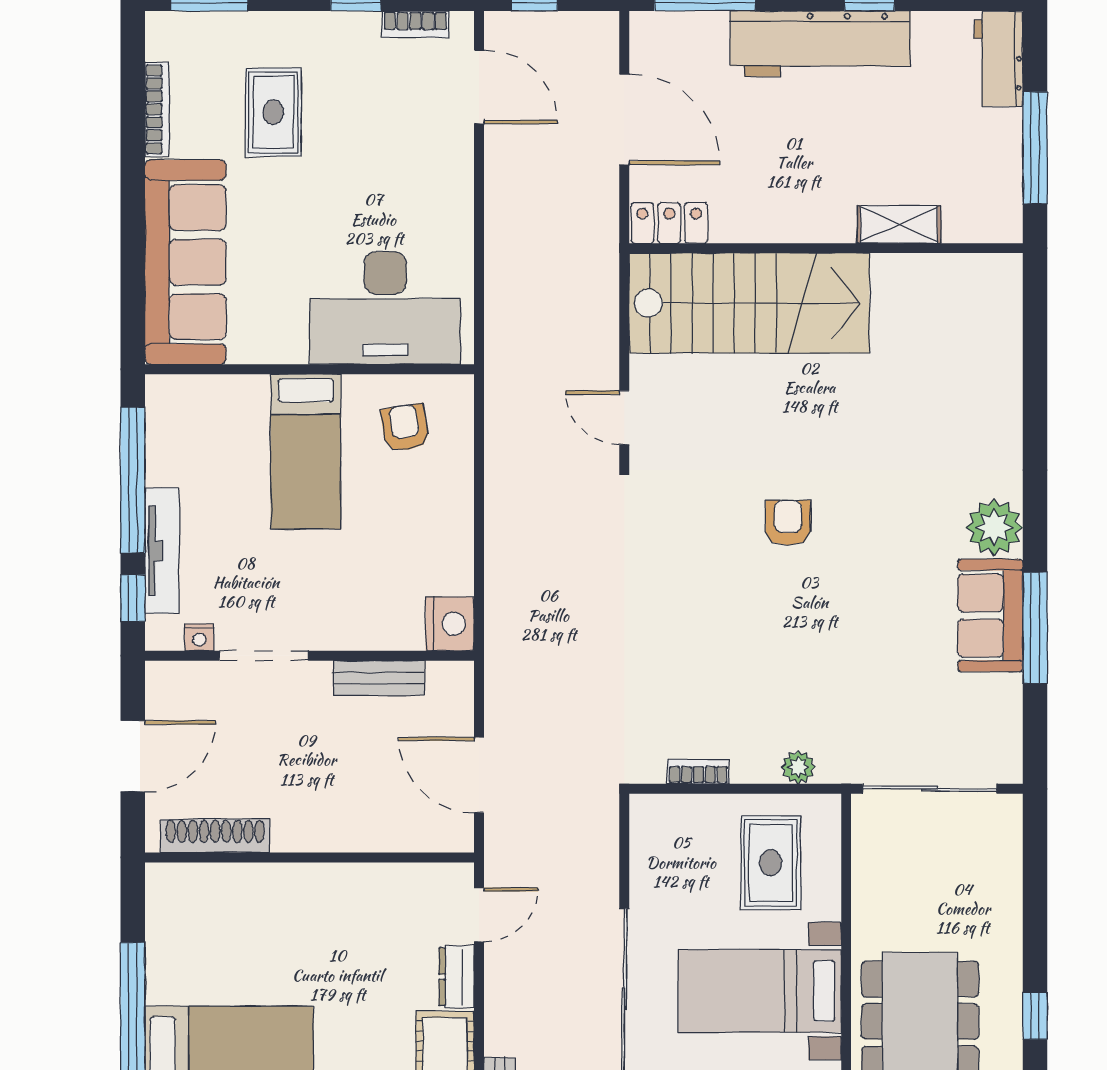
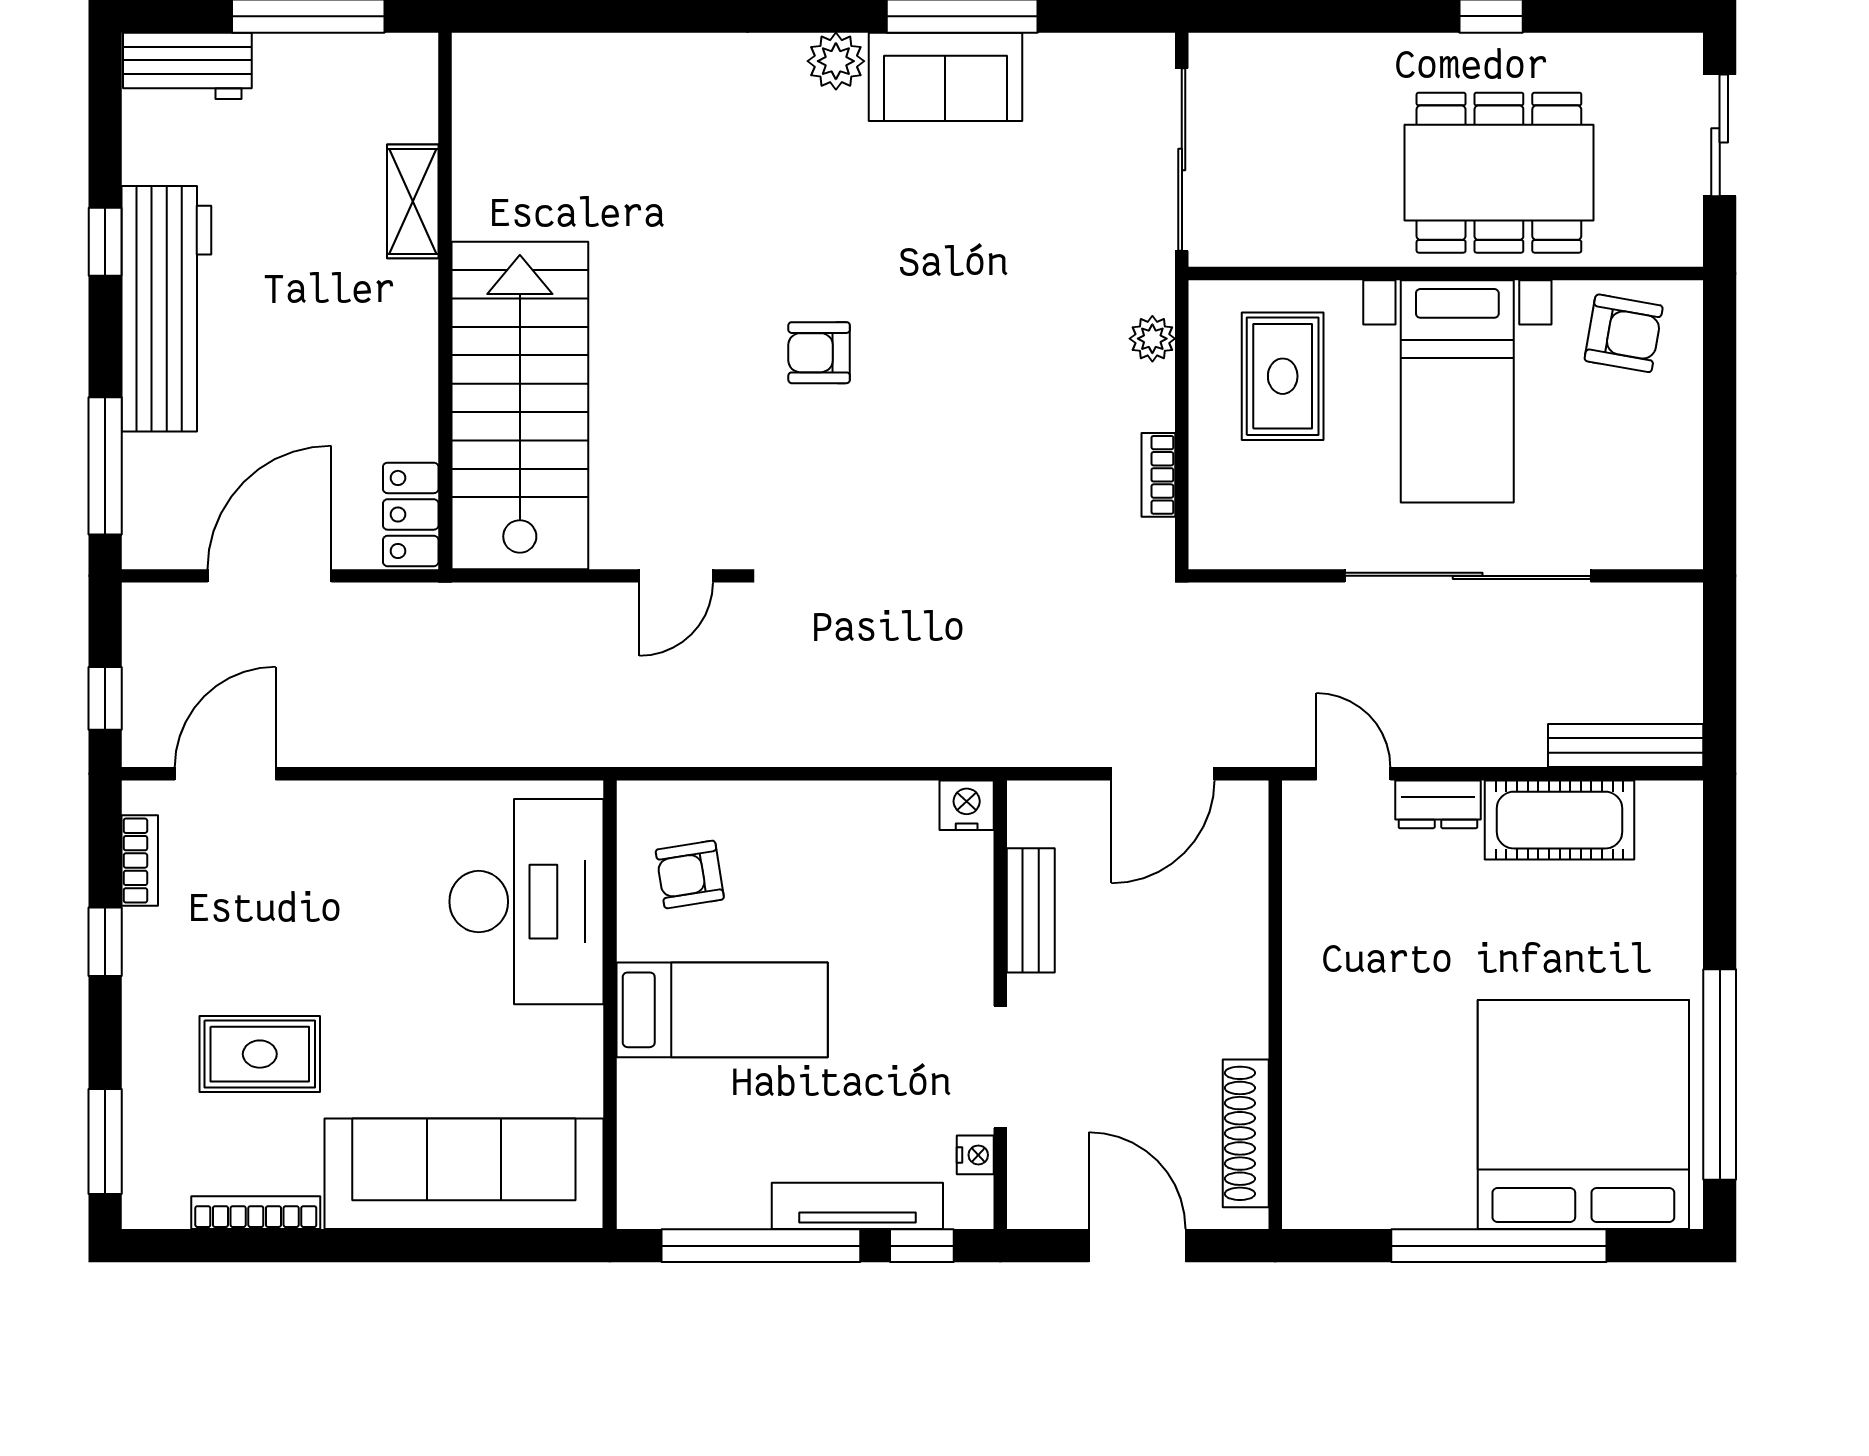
plant: (994, 527) -> (836, 61), width x0.73, depth x0.73
nightstand: (450, 624) -> (967, 805), width x0.74, depth x0.75
rug: (771, 863) -> (1283, 376), turned 90

